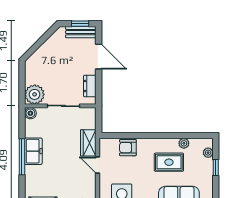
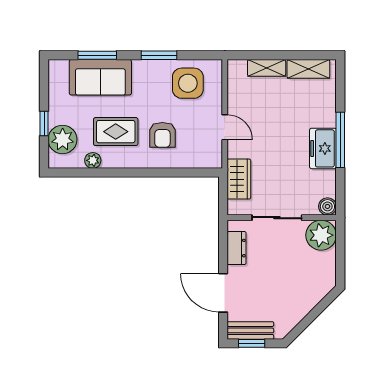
wardrobe: (88, 143) -> (239, 179), moved
armchair: (128, 148) -> (162, 135), moved, turned 90
plant: (208, 153) -> (63, 139), width x1.88, depth x1.88

